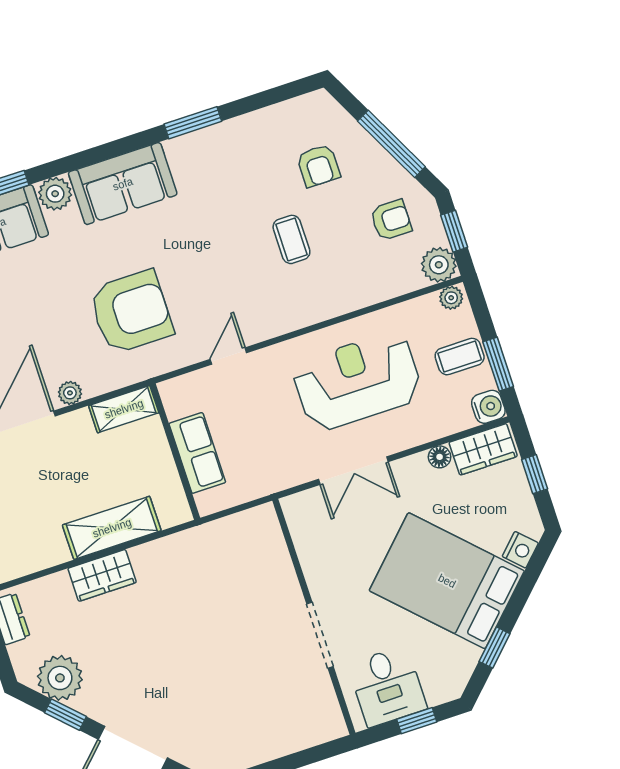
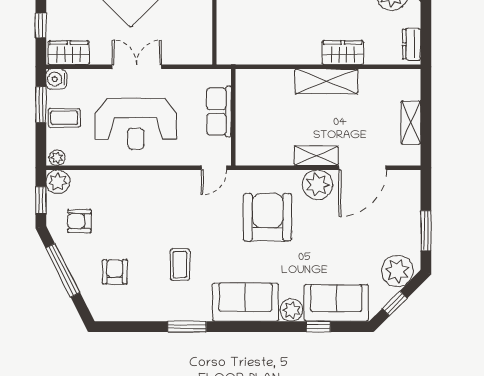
coffee table: (291, 239) -> (180, 264), moved
armchair: (131, 312) -> (268, 217), turned 90
plant: (70, 393) -> (318, 185), width x1.87, depth x1.87
shelving: (124, 409) -> (316, 156), moved
wall: (175, 452) -> (233, 117), moved
row of seats: (197, 453) -> (219, 112), moved
floor lamp: (440, 457) -> (99, 57), removed
double door: (353, 471) -> (137, 67), moved

